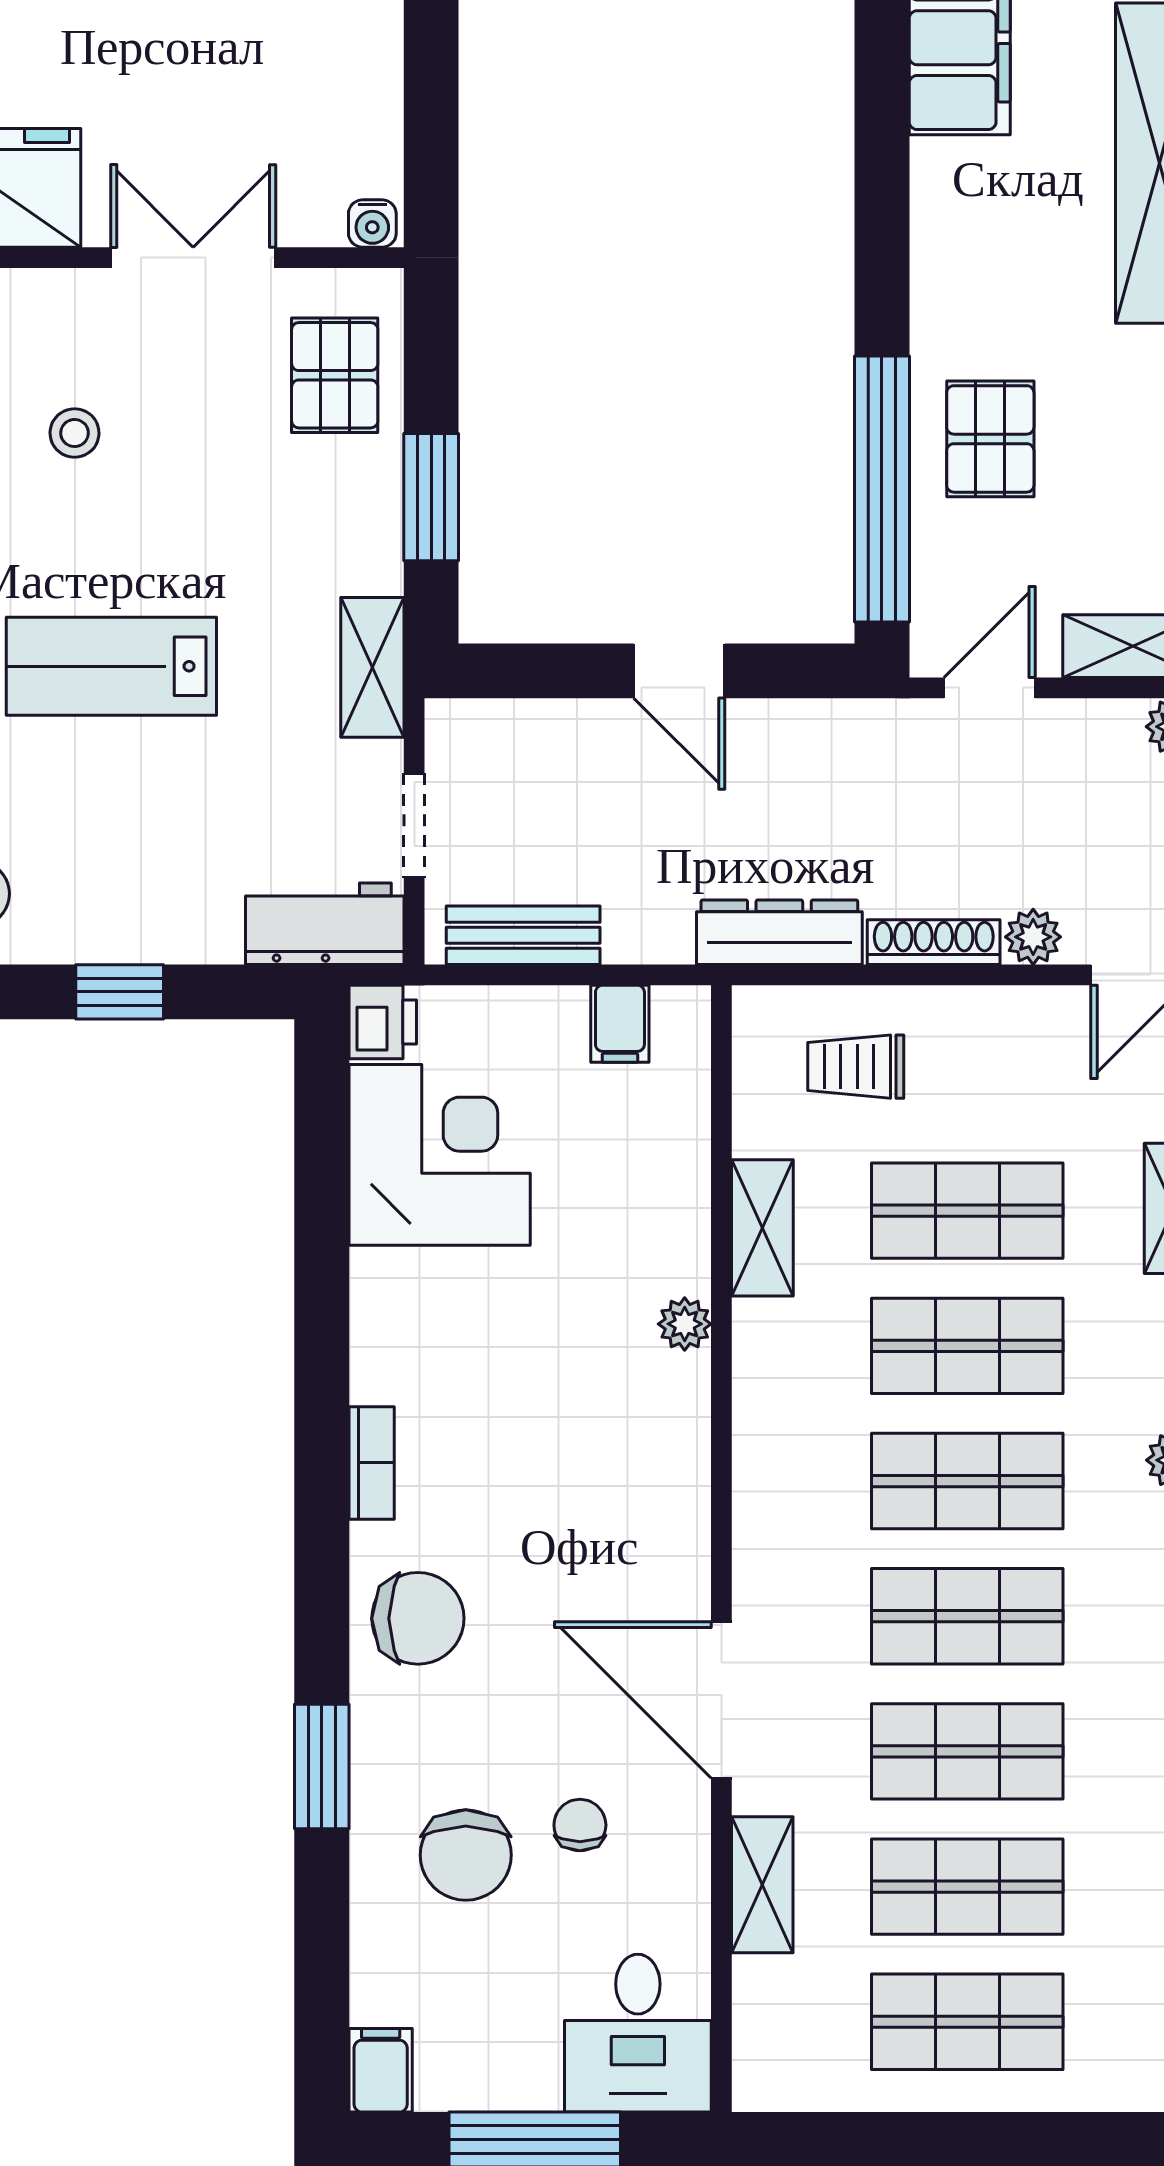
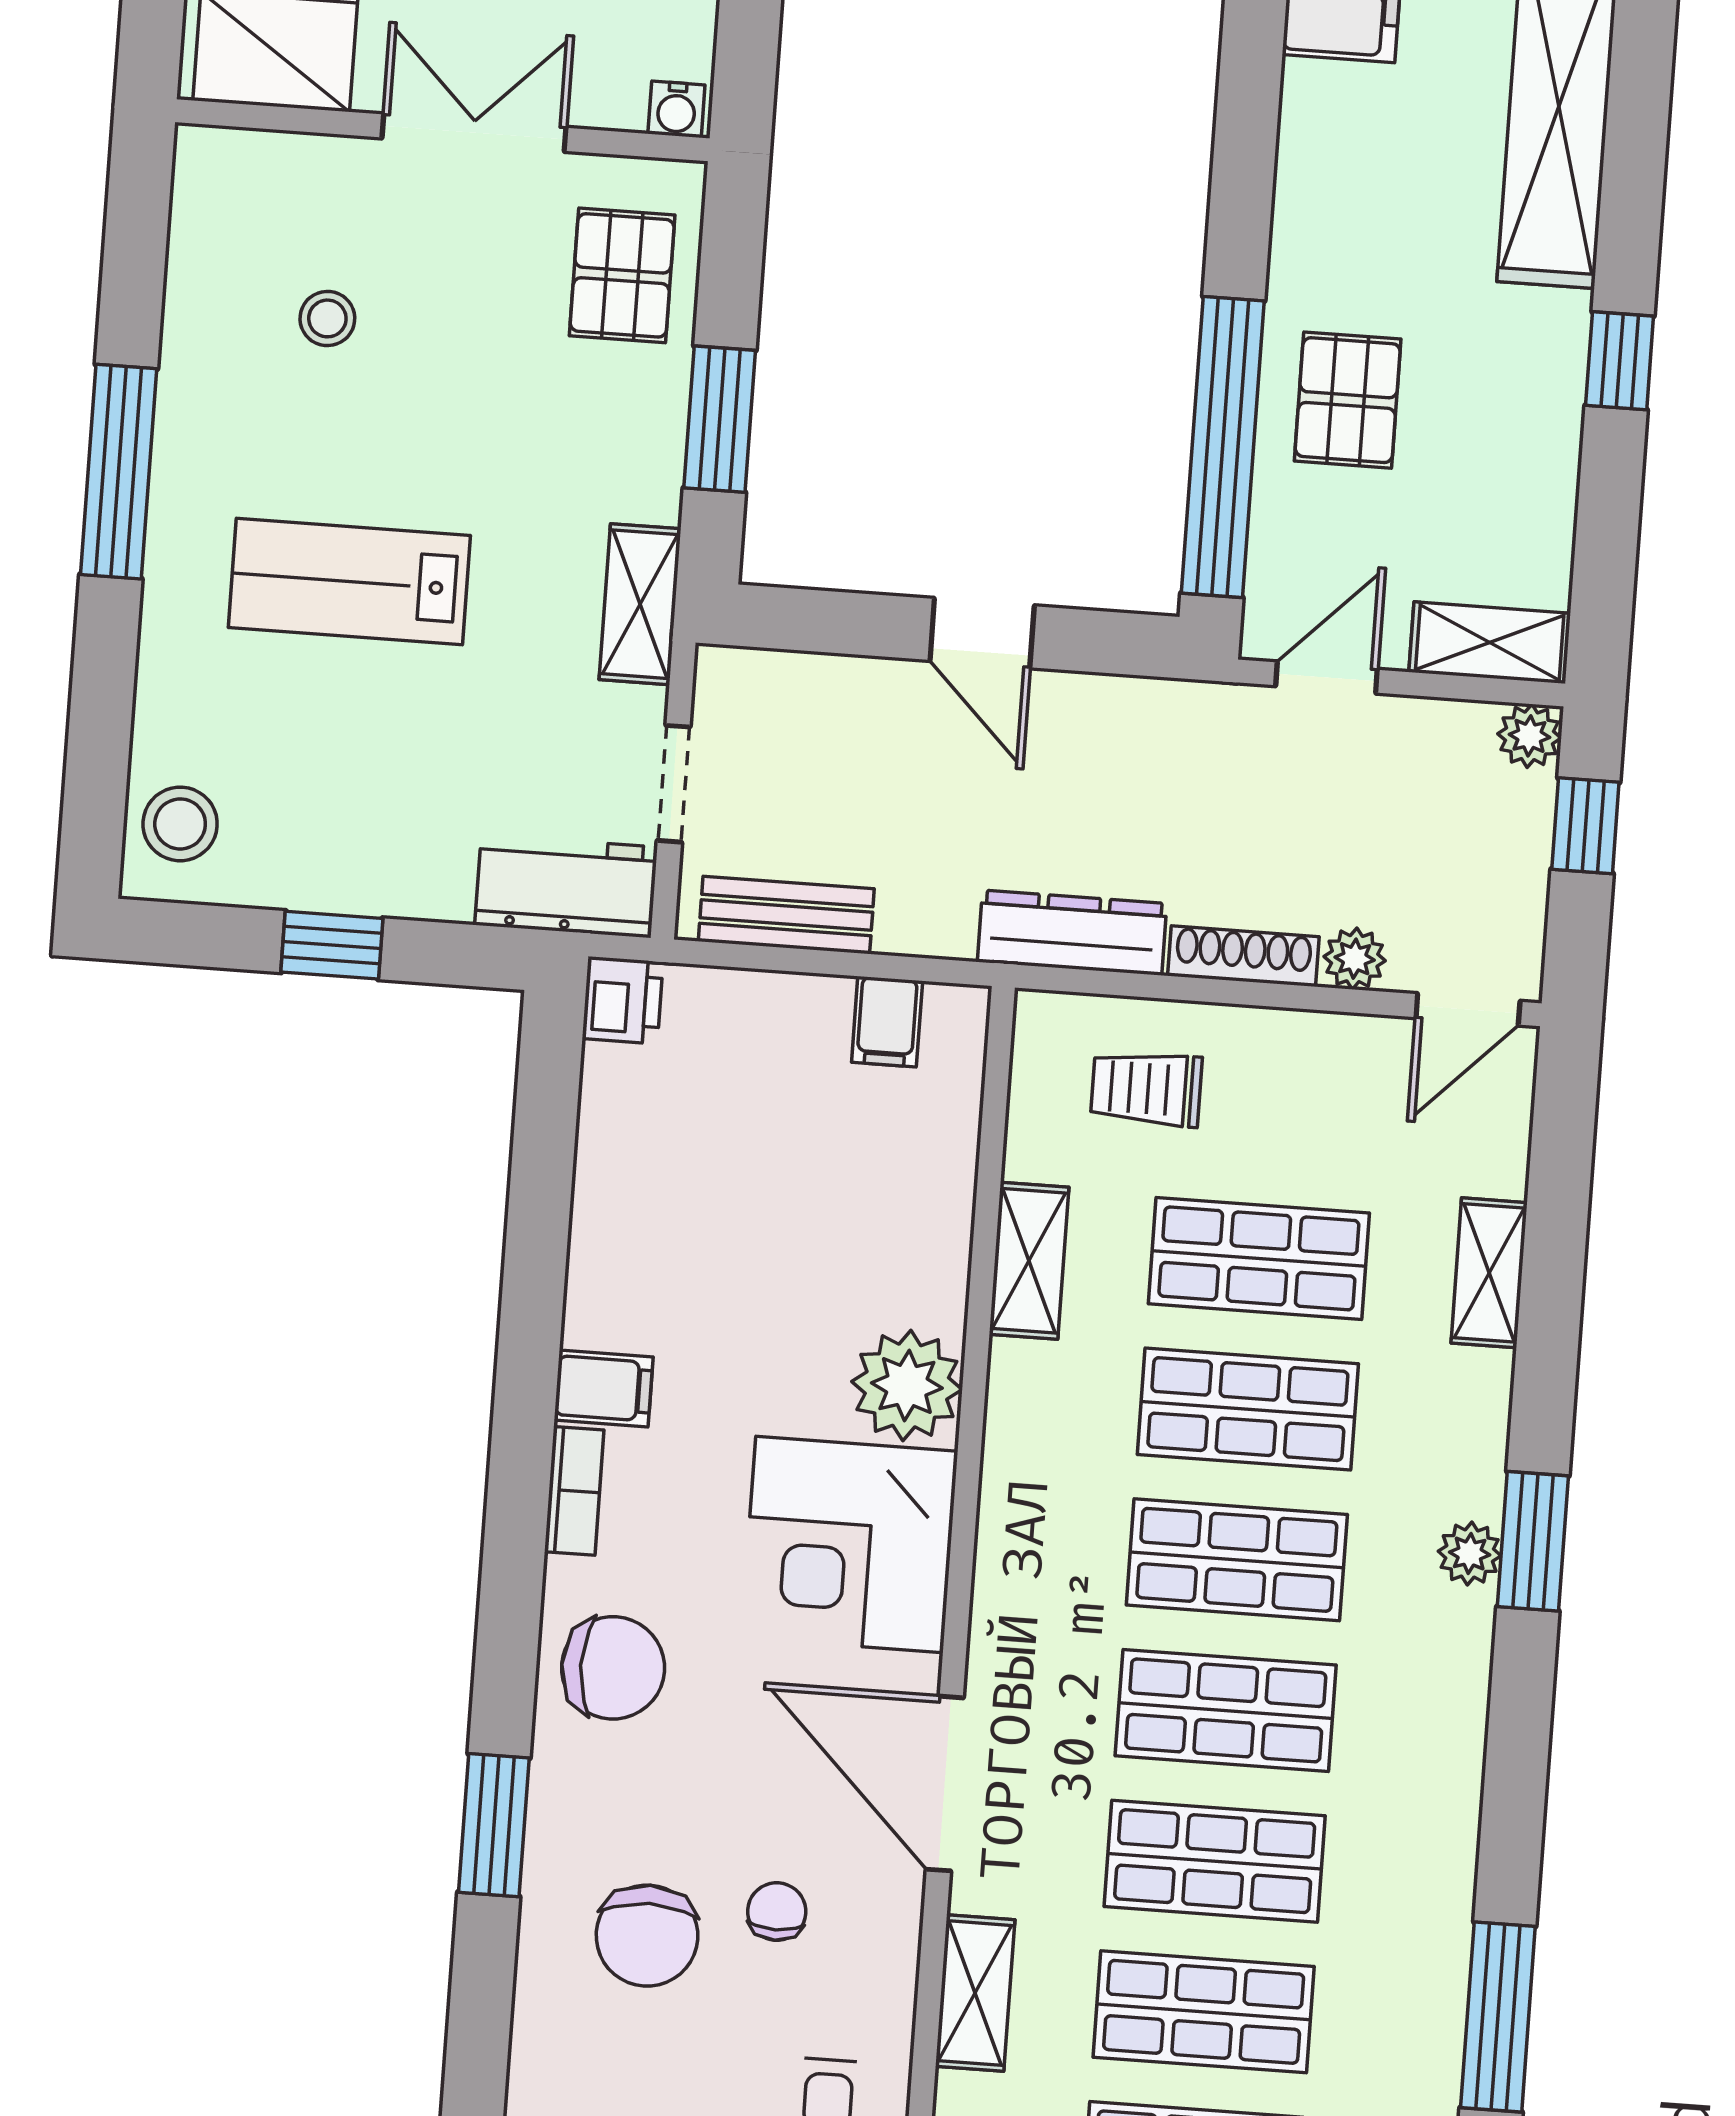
corner desk: (440, 1155) -> (849, 1545), moved, turned 180
plant: (685, 1324) -> (907, 1386), width x1.88, depth x1.88
filing cabinet: (391, 1370) -> (604, 1388), added

